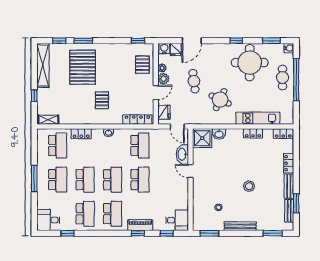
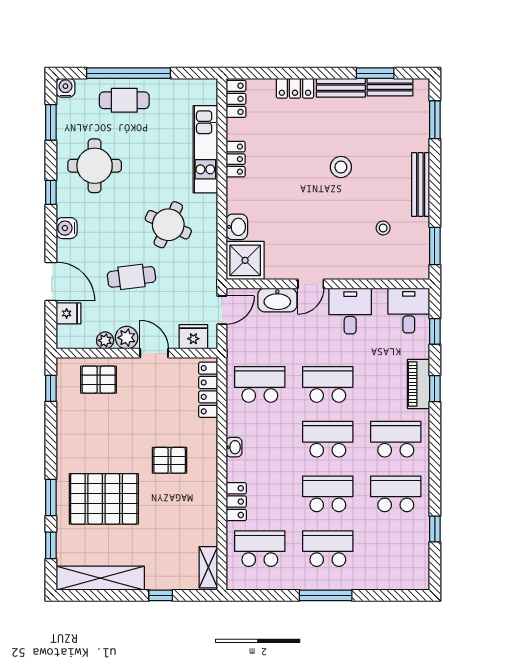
water cooler: (164, 49) -> (67, 228), moved
round table: (250, 63) -> (95, 166), width x0.73, depth x0.73
desk: (48, 220) -> (350, 311), moved, turned 180

